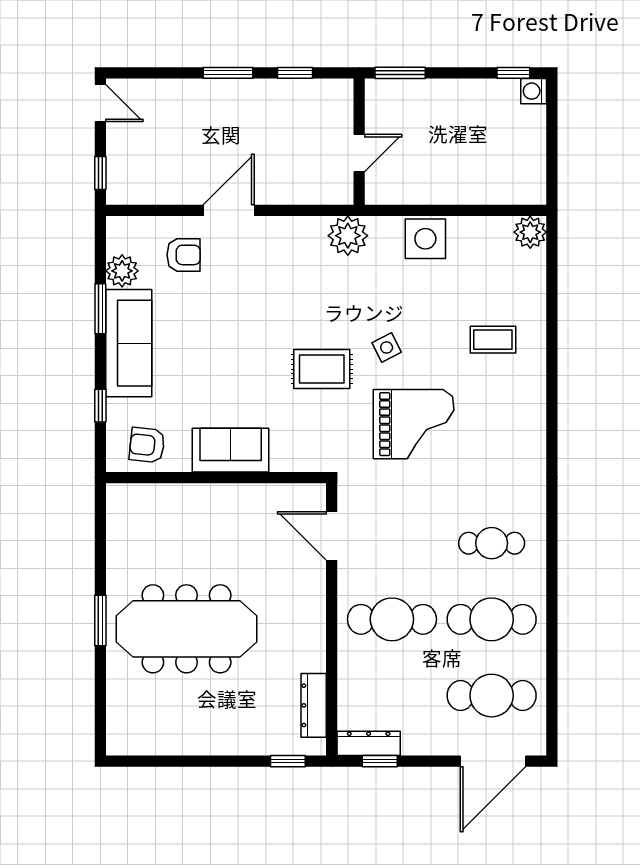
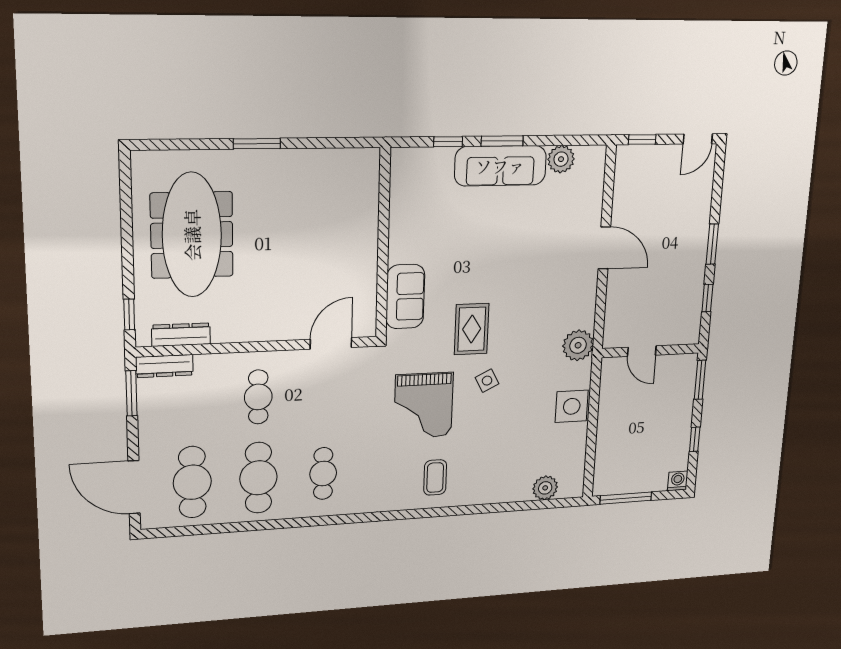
window: (513, 73) -> (695, 439), moved
window: (552, 159) -> (626, 498), added
plant: (530, 232) -> (545, 488), moved
armchair: (184, 255) -> (571, 211), removed
window: (100, 309) -> (502, 141), moved
coffee table: (493, 340) -> (435, 478), moved
armchair: (147, 445) -> (413, 183), removed
sofa: (231, 450) -> (405, 297), moved
cafe table: (392, 619) -> (258, 397), width x0.73, depth x0.74
meeting table: (187, 629) -> (192, 235), moved
dresser: (369, 743) -> (164, 366), moved, turned 90
window: (380, 761) -> (131, 393), width x1.50

